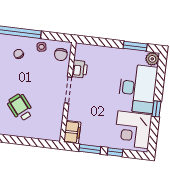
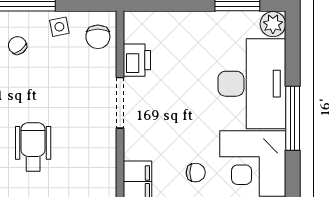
wheelchair: (20, 107) -> (33, 147), turned 39
window: (157, 109) -> (293, 118), width x2.17
chair: (103, 131) -> (196, 173), added

